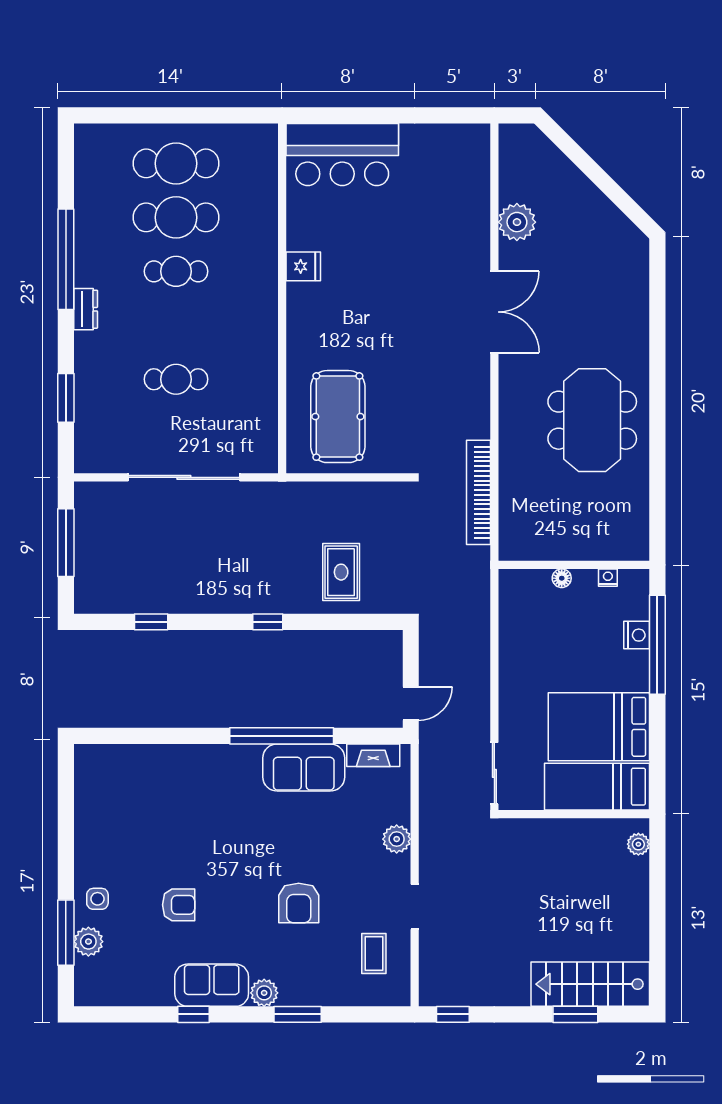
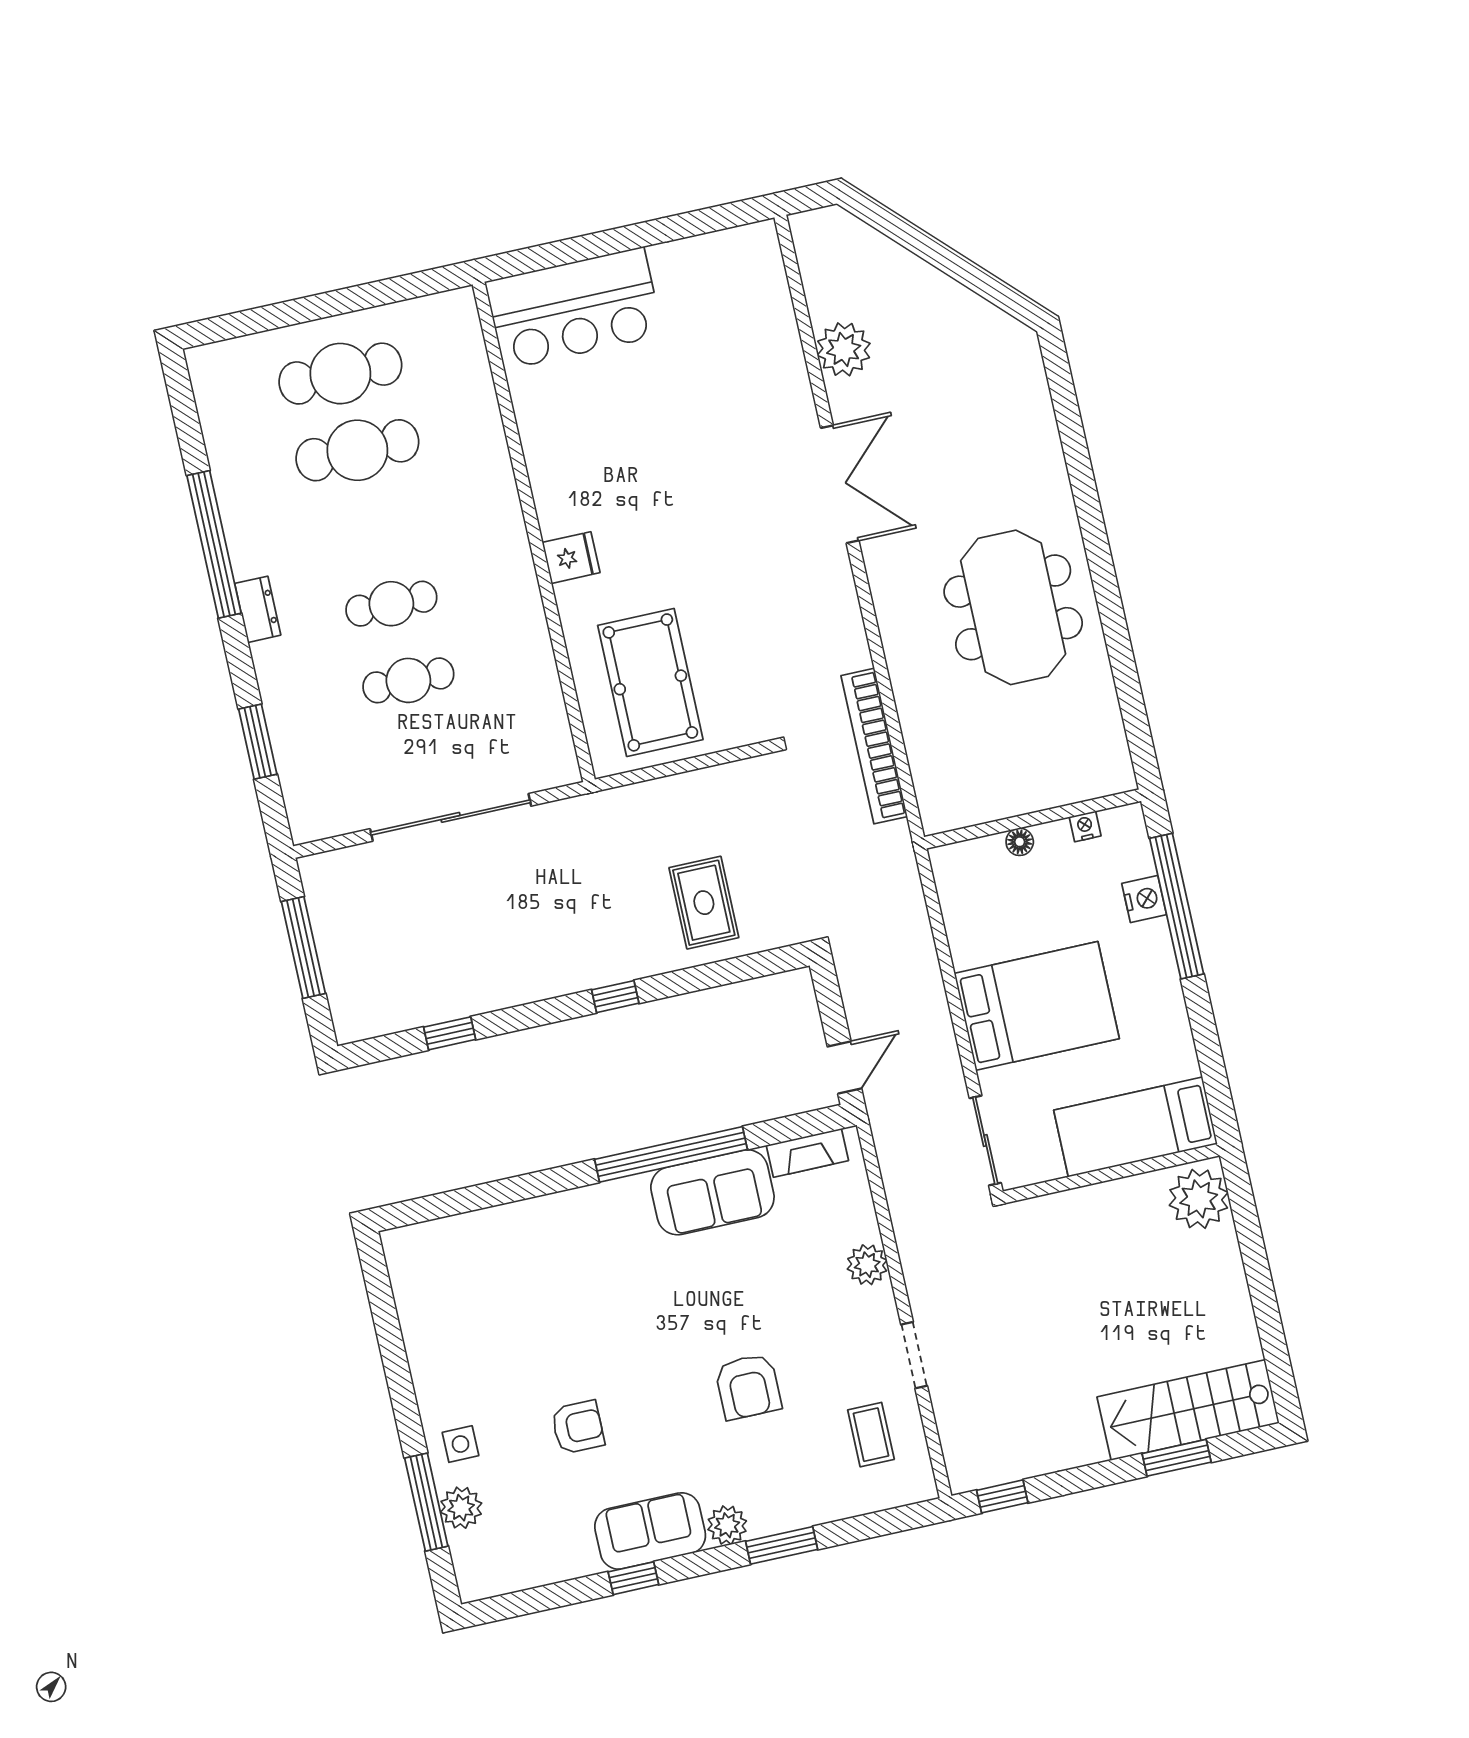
fridge: (303, 266) -> (571, 558), moved
cafe table: (176, 271) -> (391, 604), moved
bed: (599, 727) -> (1037, 1006), moved, turned 180
plant: (638, 844) -> (1199, 1199), width x1.87, depth x1.87

